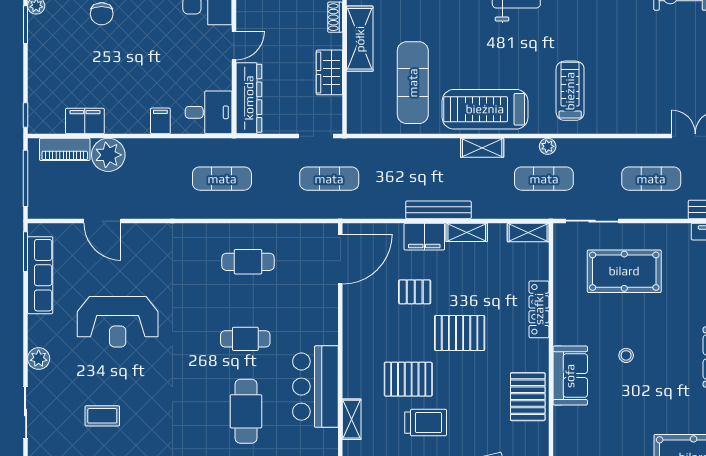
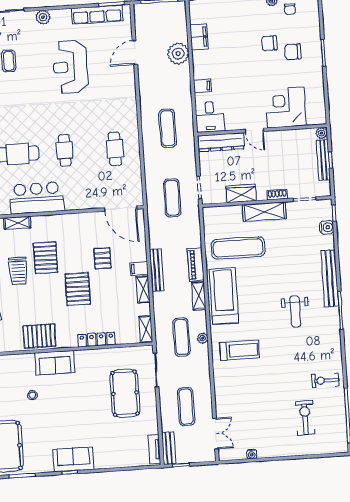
piano: (65, 149) -> (196, 264), moved
filing cabinet: (424, 237) -> (139, 269), width x0.50
stool: (626, 355) -> (32, 395), moved

